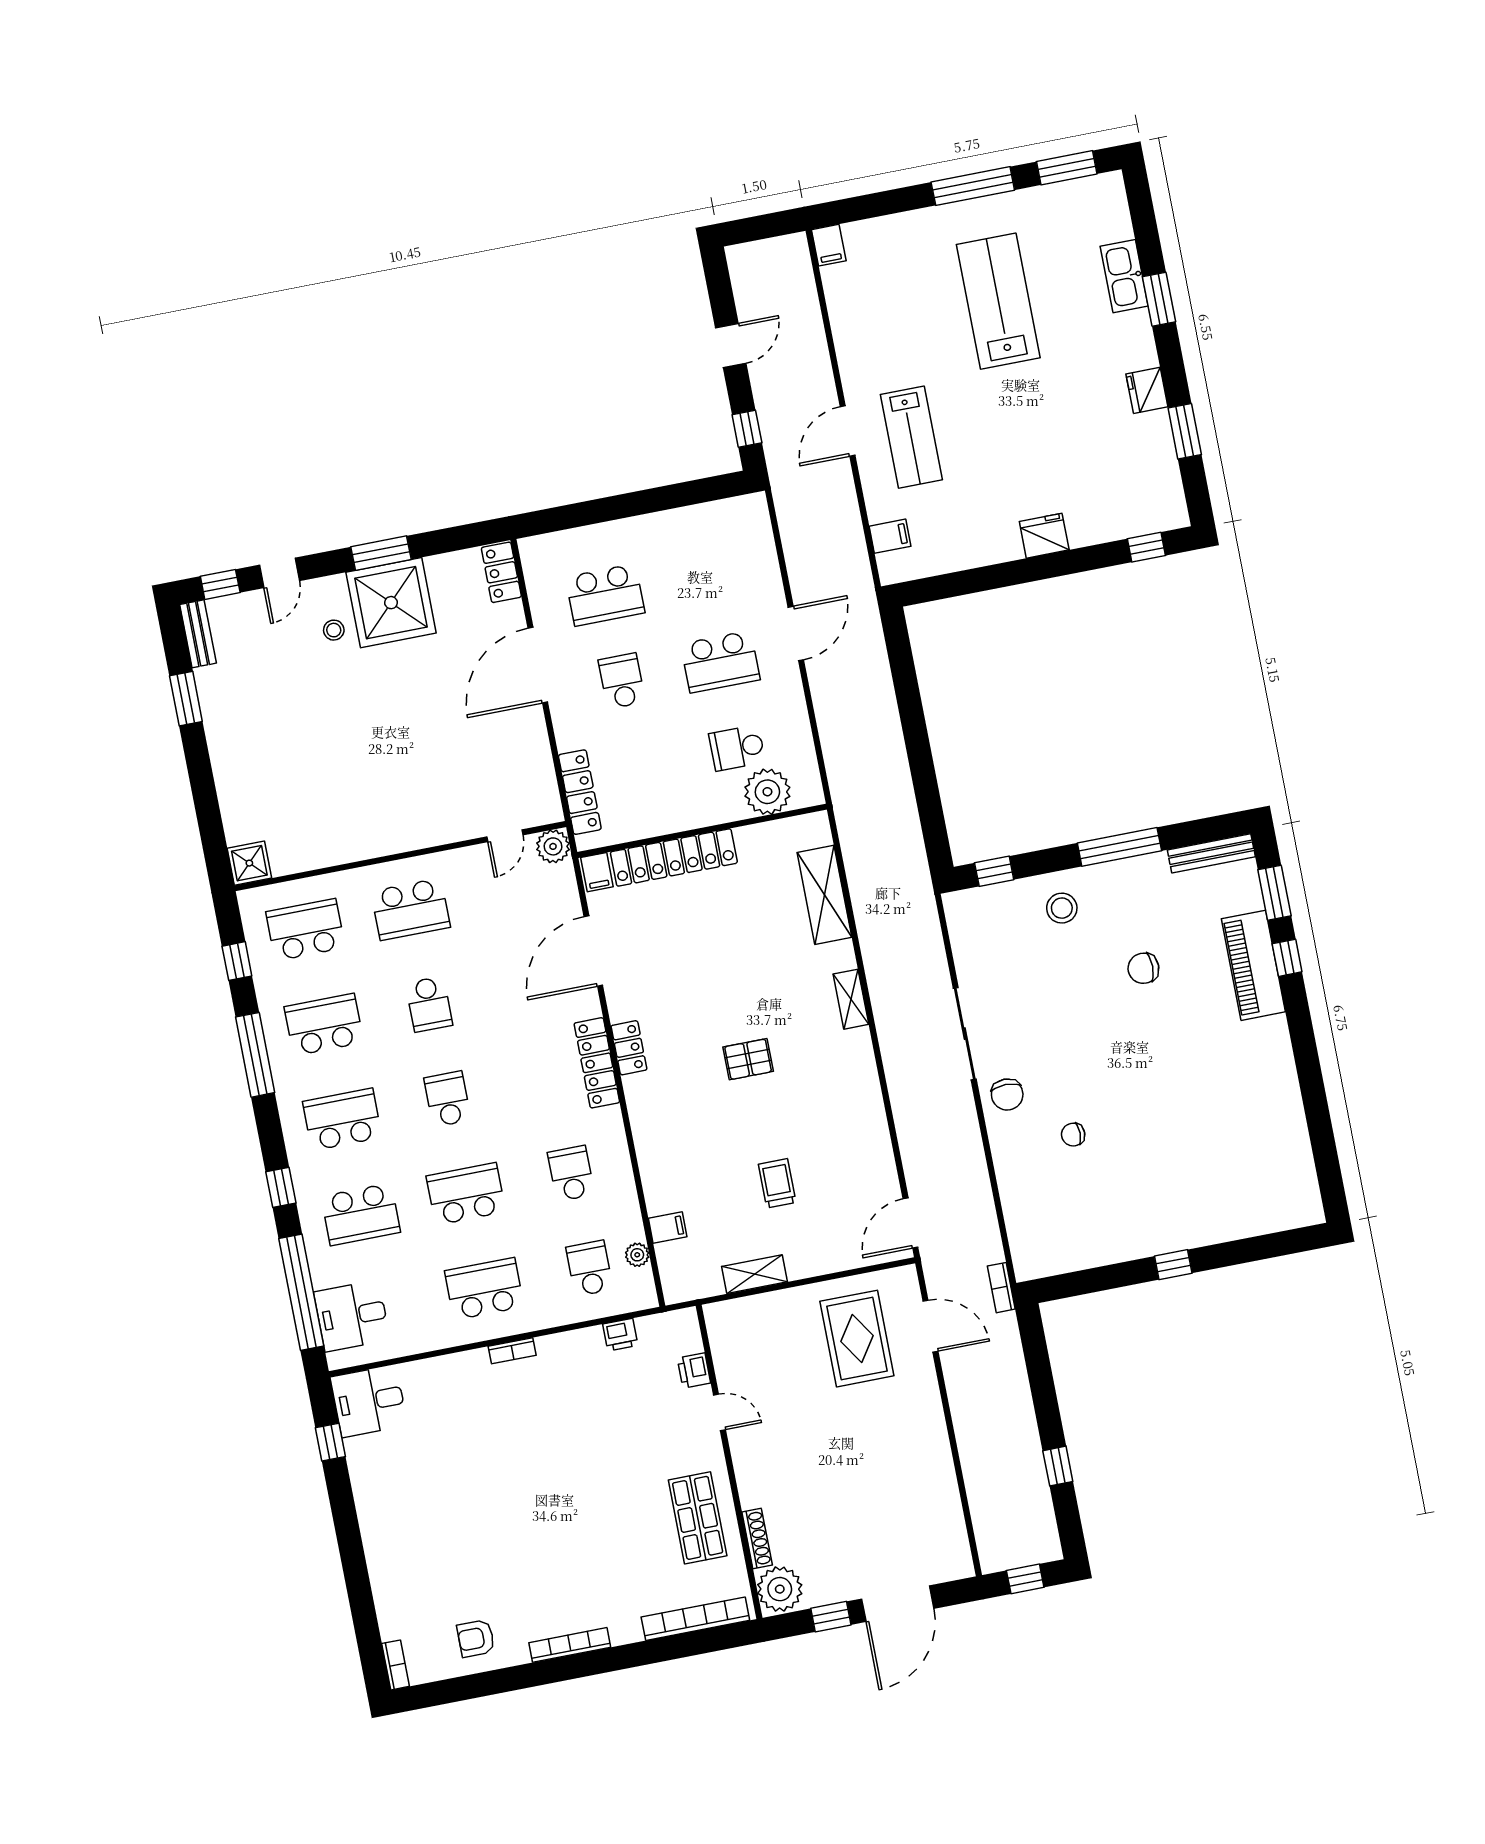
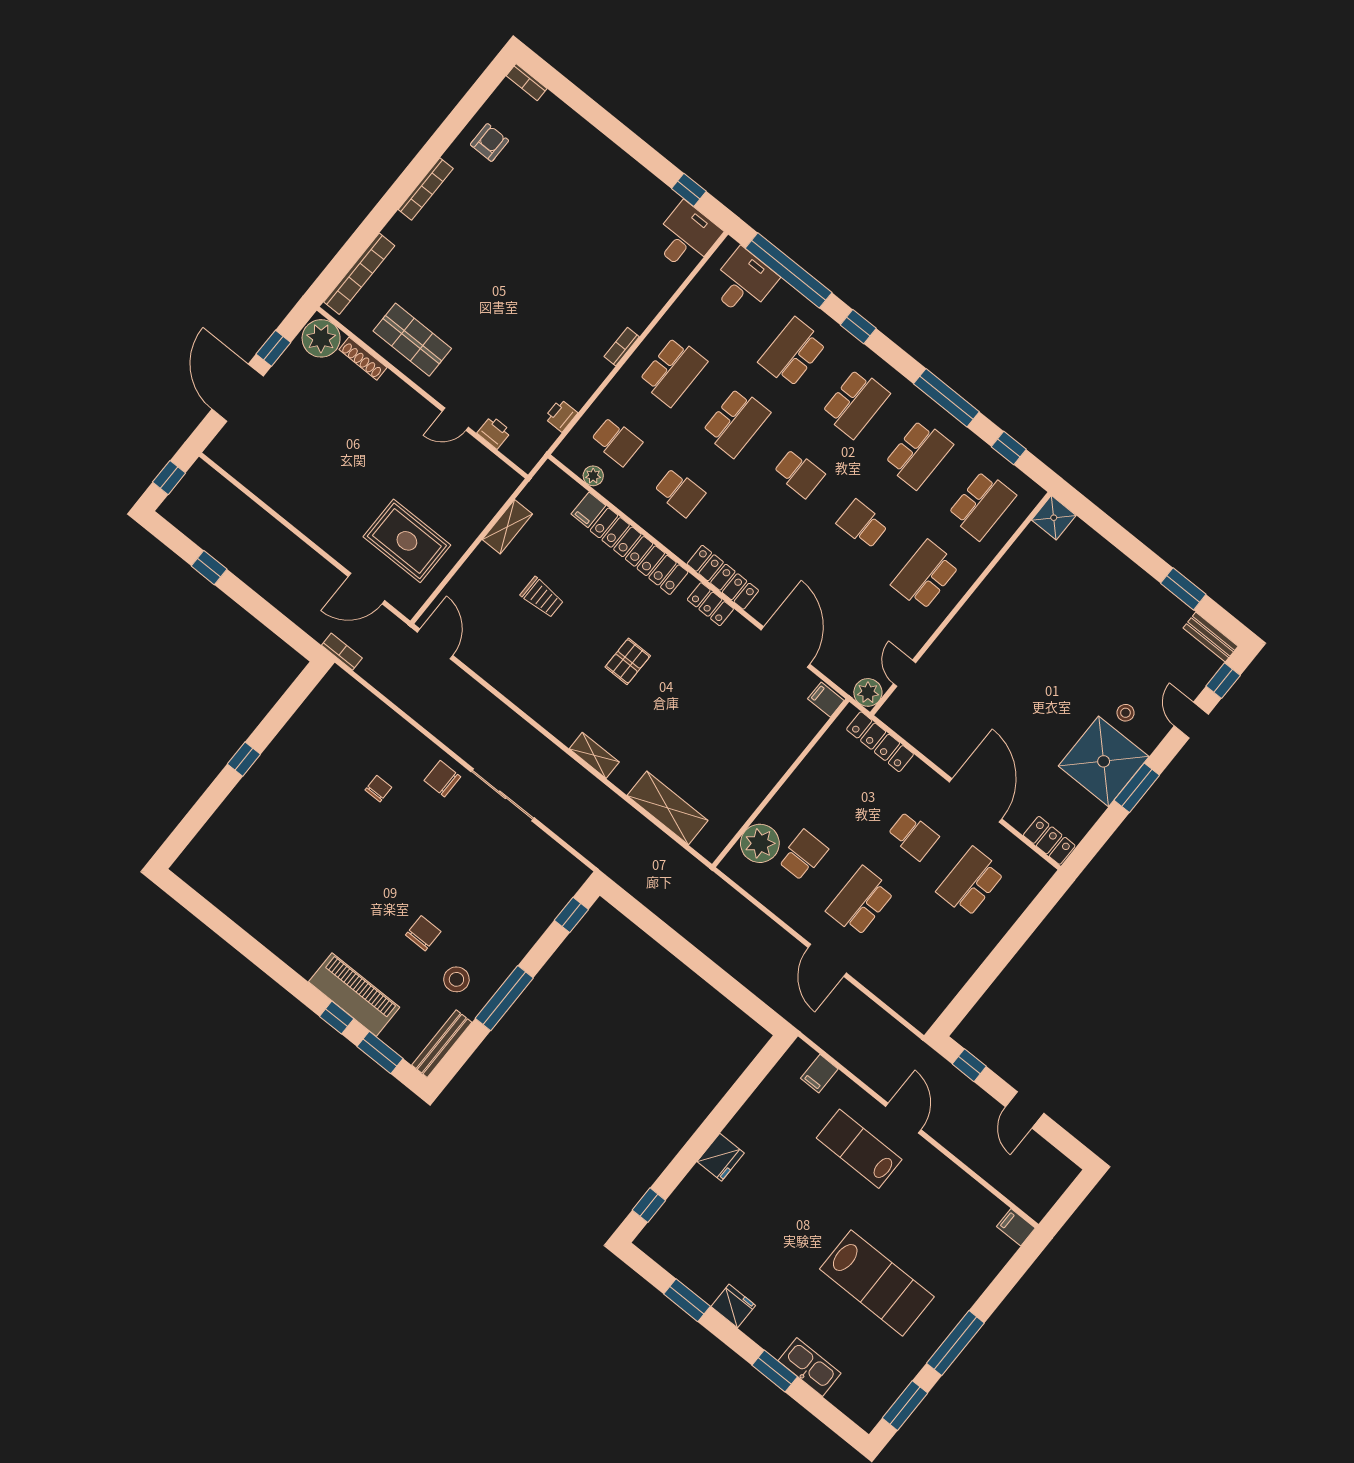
locker: (674, 857) -> (639, 551), moved, turned -90
stool: (1062, 908) -> (456, 979), moved

